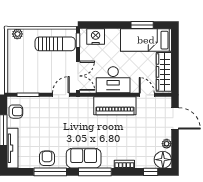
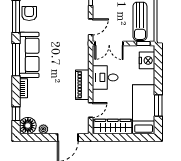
desk: (113, 80) -> (105, 77), width x0.73
door: (61, 95) -> (91, 27), hinge flipped
piano: (115, 106) -> (82, 85), width x0.73, depth x0.75
armchair: (47, 158) -> (29, 13), turned -90
sofa: (84, 158) -> (29, 55), width x1.36

